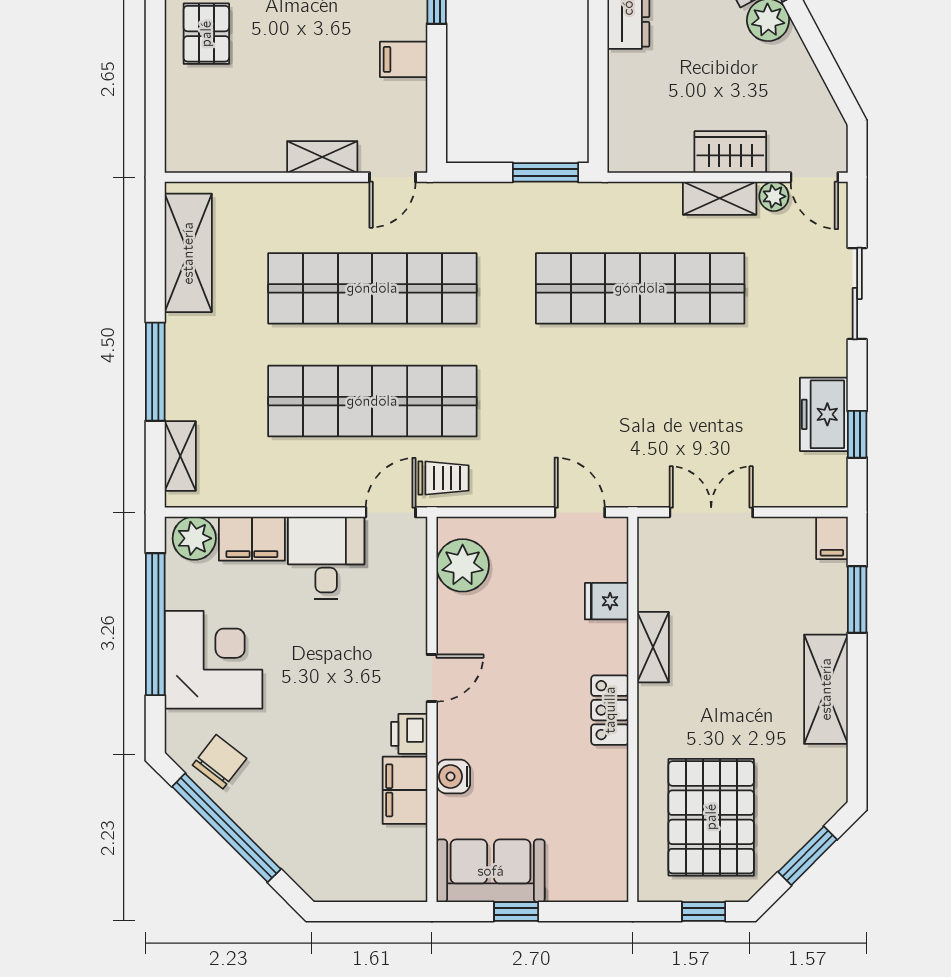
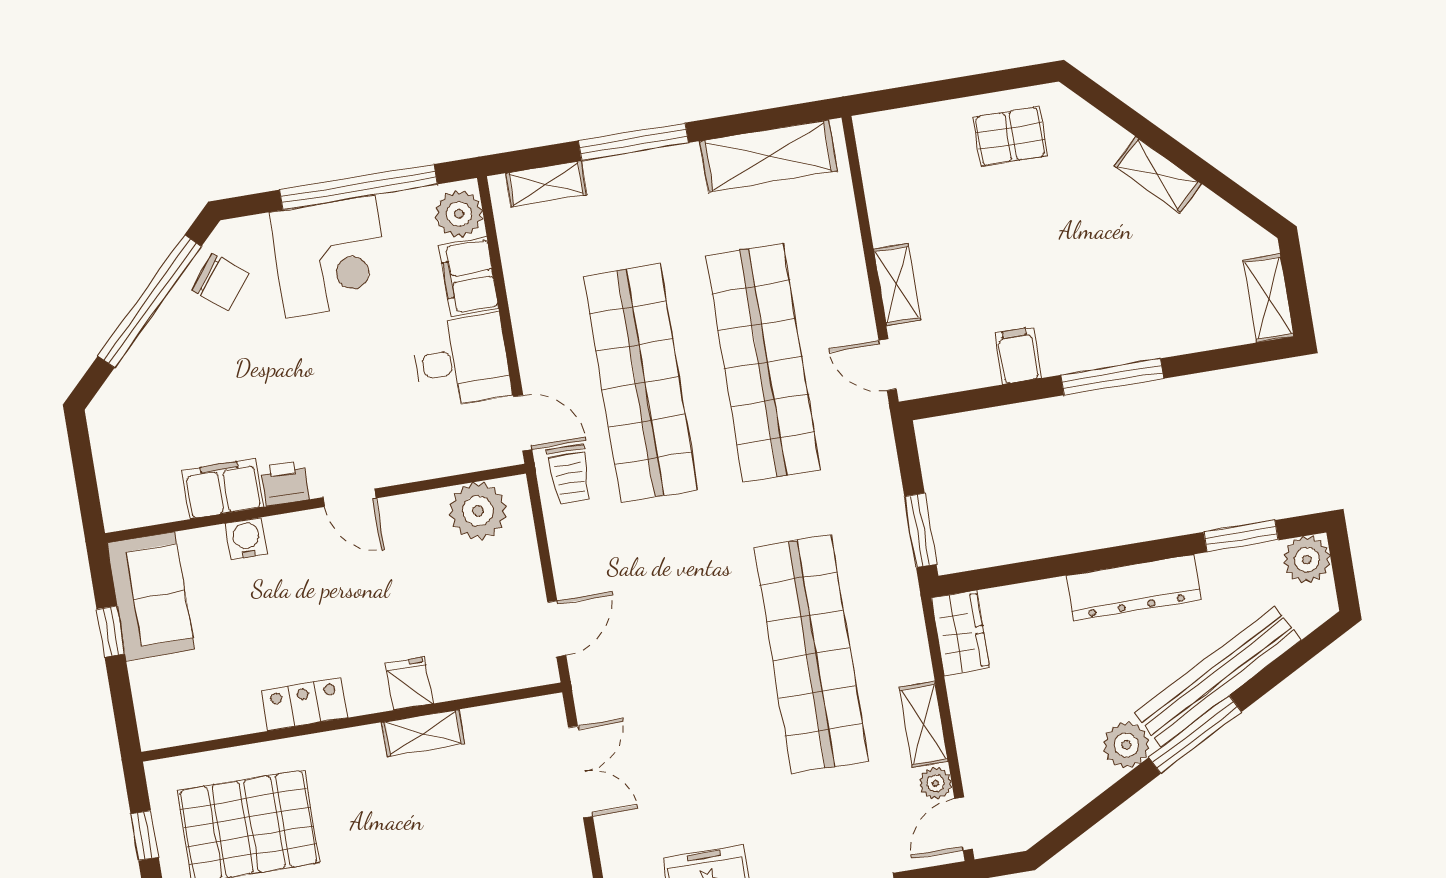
wardrobe: (730, 152) -> (960, 633), moved
fridge: (607, 601) -> (409, 683), moved
locker: (610, 710) -> (304, 704), moved

